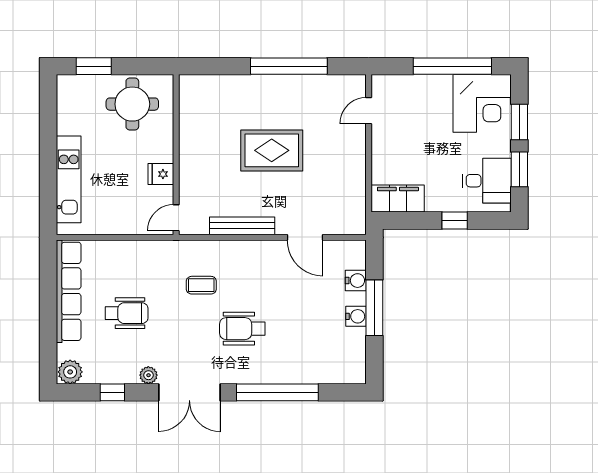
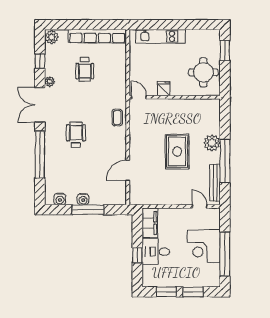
plant: (257, 89) -> (212, 143), added
corner desk: (482, 103) -> (204, 246), moved
desk: (487, 181) -> (156, 252), moved, turned 90
bench: (242, 226) -> (215, 183), moved
water cooler: (356, 281) -> (60, 199), moved
coffee table: (201, 285) -> (117, 118), moved

